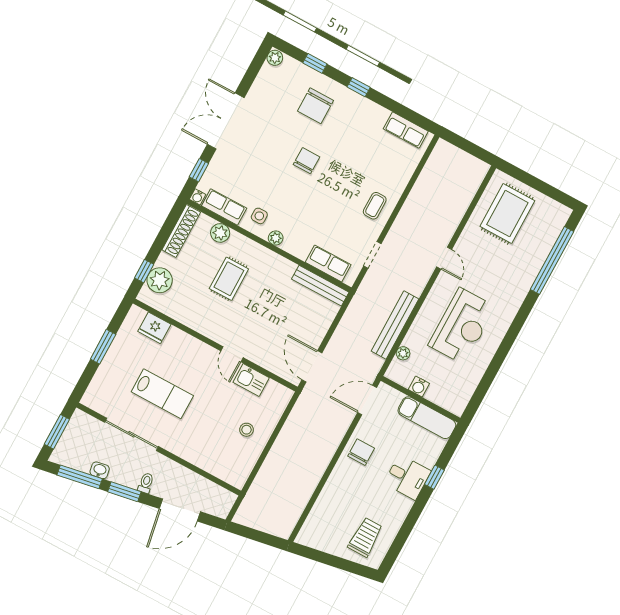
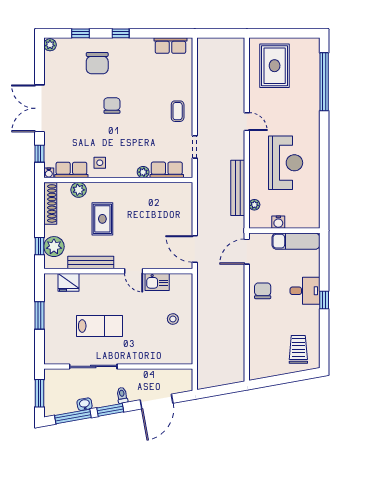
plant: (276, 238) -> (143, 172), moved
bench: (320, 286) -> (91, 263), moved
window: (434, 477) -> (324, 300), moved

